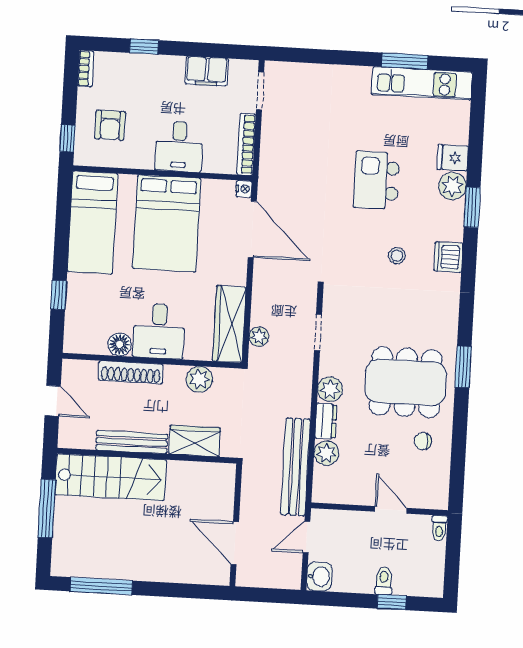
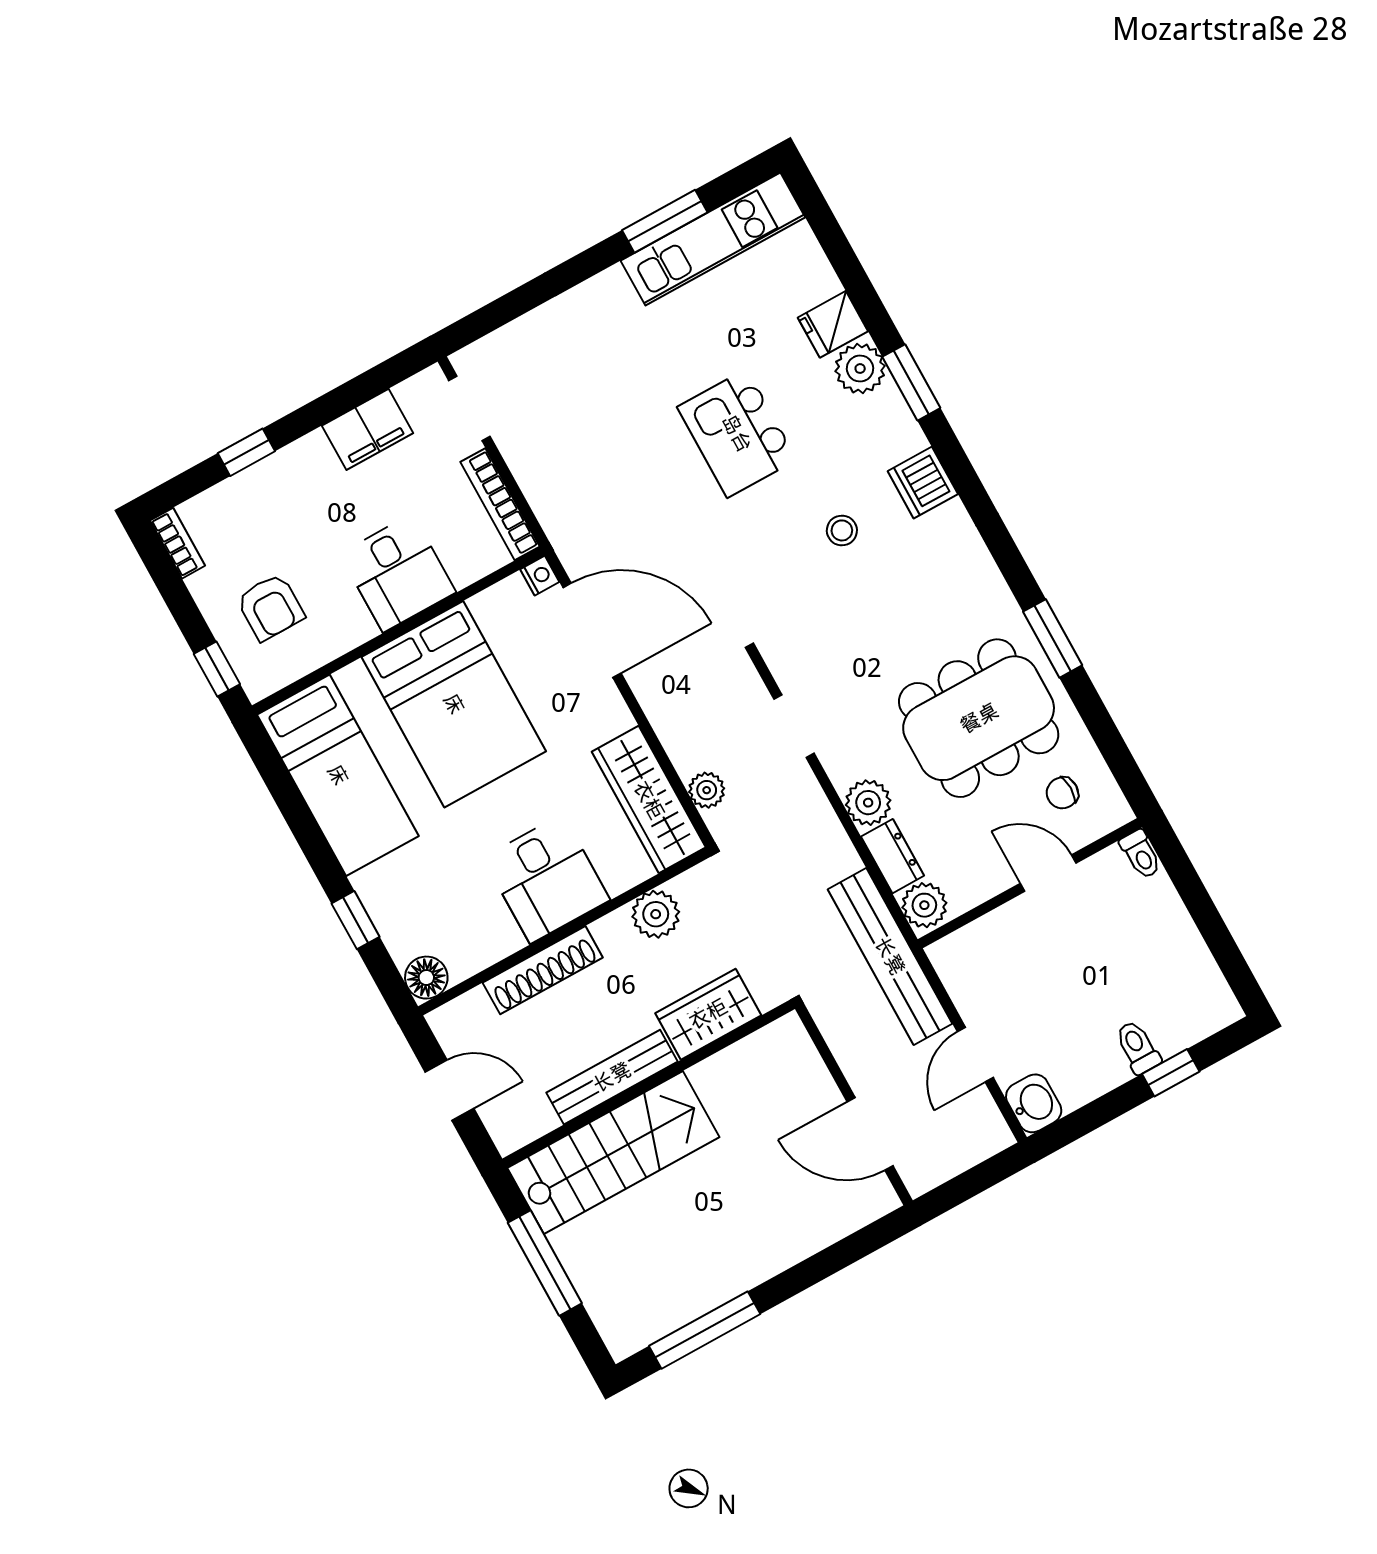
floor lamp: (120, 344) -> (426, 978), moved
wall: (379, 509) -> (1030, 883), moved
door: (391, 510) -> (1048, 873), moved
toilet: (439, 528) -> (1141, 854), moved

